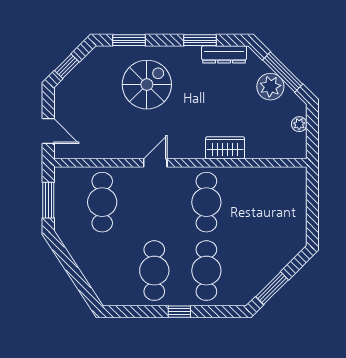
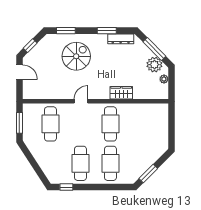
plant: (270, 87) -> (154, 65), moved
door: (48, 131) -> (19, 72), moved
window: (179, 312) -> (66, 187), moved

